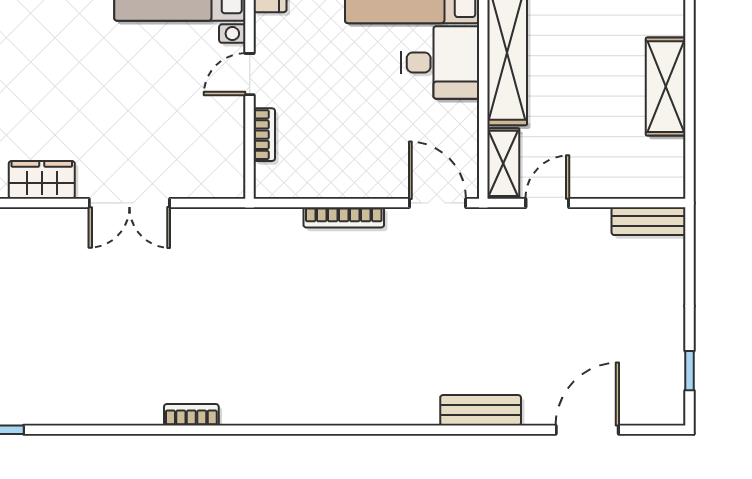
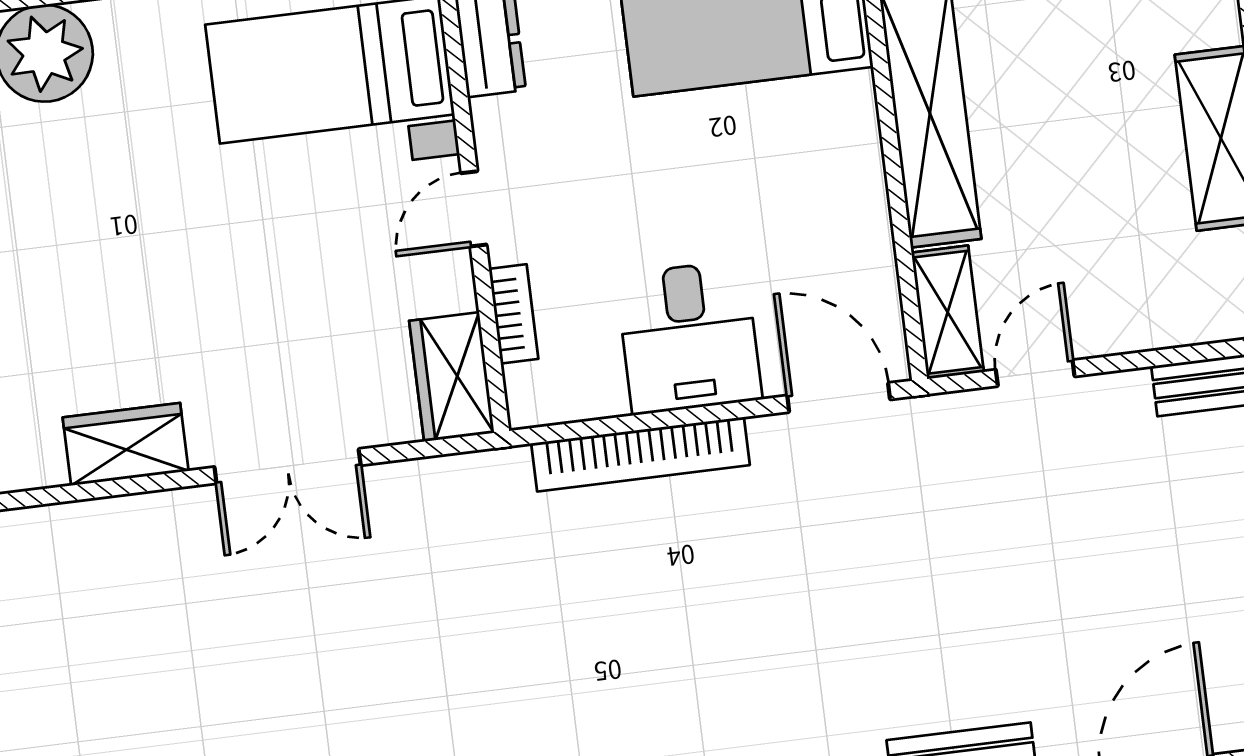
desk: (440, 62) -> (689, 337), moved, turned 90
wardrobe: (226, 165) -> (452, 377), added
bookcase: (344, 217) -> (640, 454), width x1.48, depth x1.31

